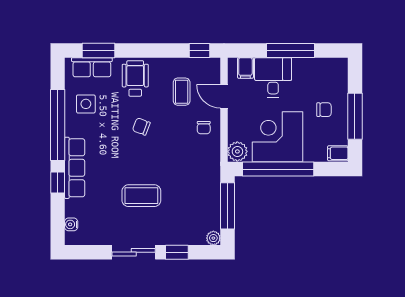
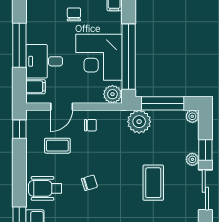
chair: (141, 126) -> (89, 183), turned -128
plant: (208, 180) -> (139, 122), added
plant: (167, 238) -> (192, 159), added

